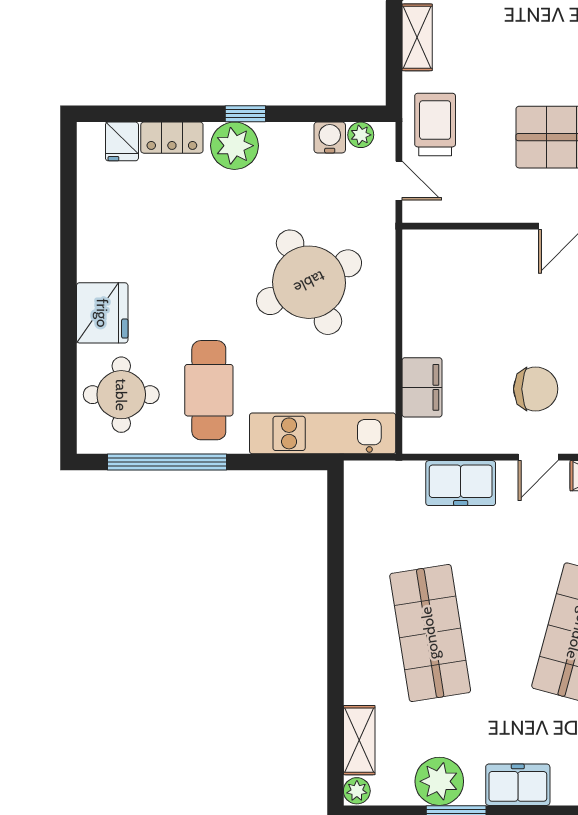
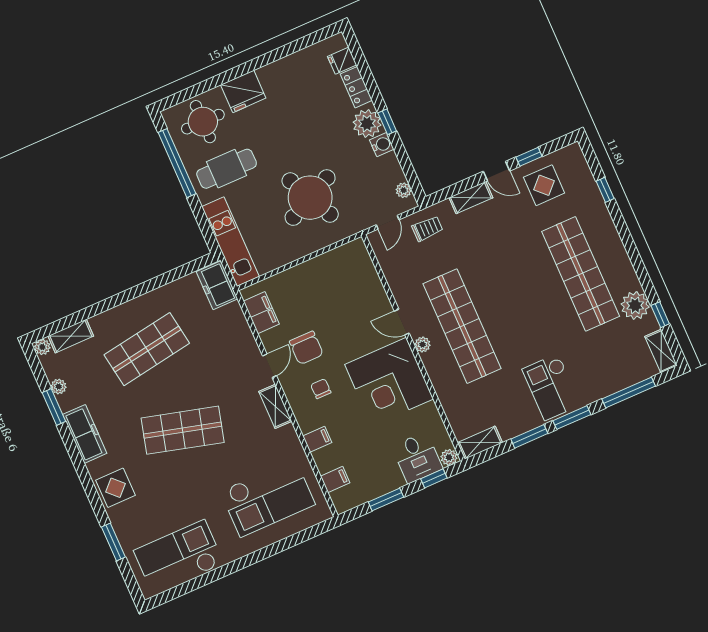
trolley: (435, 124) -> (427, 229), width x0.73, depth x0.72
water cooler: (330, 137) -> (382, 145), moved
filing cabinet: (422, 387) -> (261, 313), moved, turned -90
door: (538, 457) -> (269, 366), swing flipped
freezer: (461, 483) -> (217, 285), moved
plant: (439, 781) -> (59, 386), width x0.53, depth x0.53
freezer: (518, 785) -> (85, 434), width x1.40

